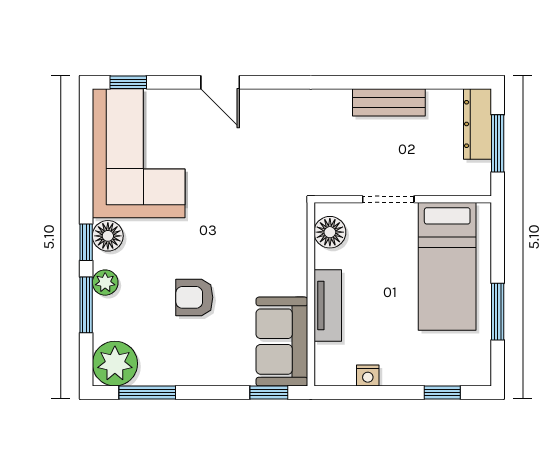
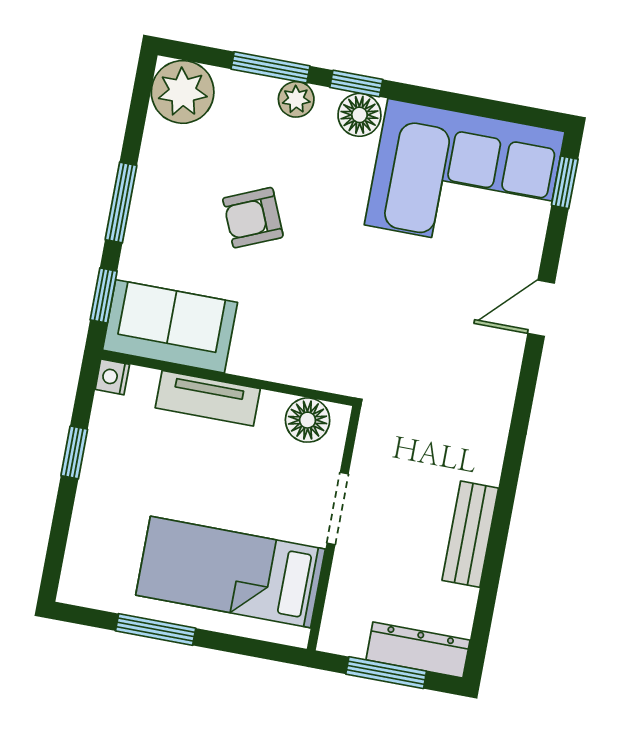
armchair: (194, 297) -> (253, 218), turned -113
nightstand: (368, 376) -> (112, 377), moved
window: (147, 392) -> (121, 202), moved
window: (442, 392) -> (74, 452), moved

